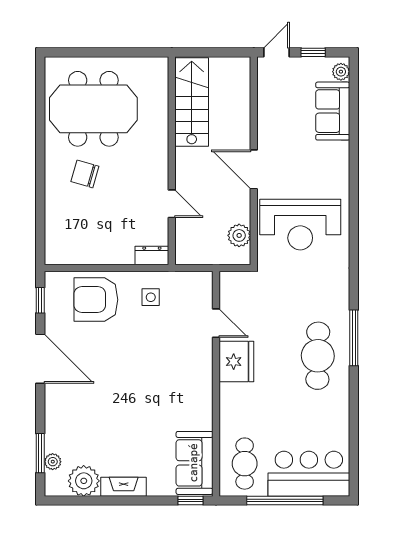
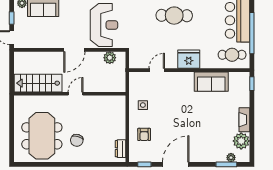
door: (172, 204) -> (75, 94), moved
dresser: (152, 255) -> (120, 149), moved
armchair: (96, 300) -> (144, 134), width x0.53, depth x0.53
fridge: (236, 362) -> (189, 59), moved
sofa: (194, 463) -> (211, 82), moved

